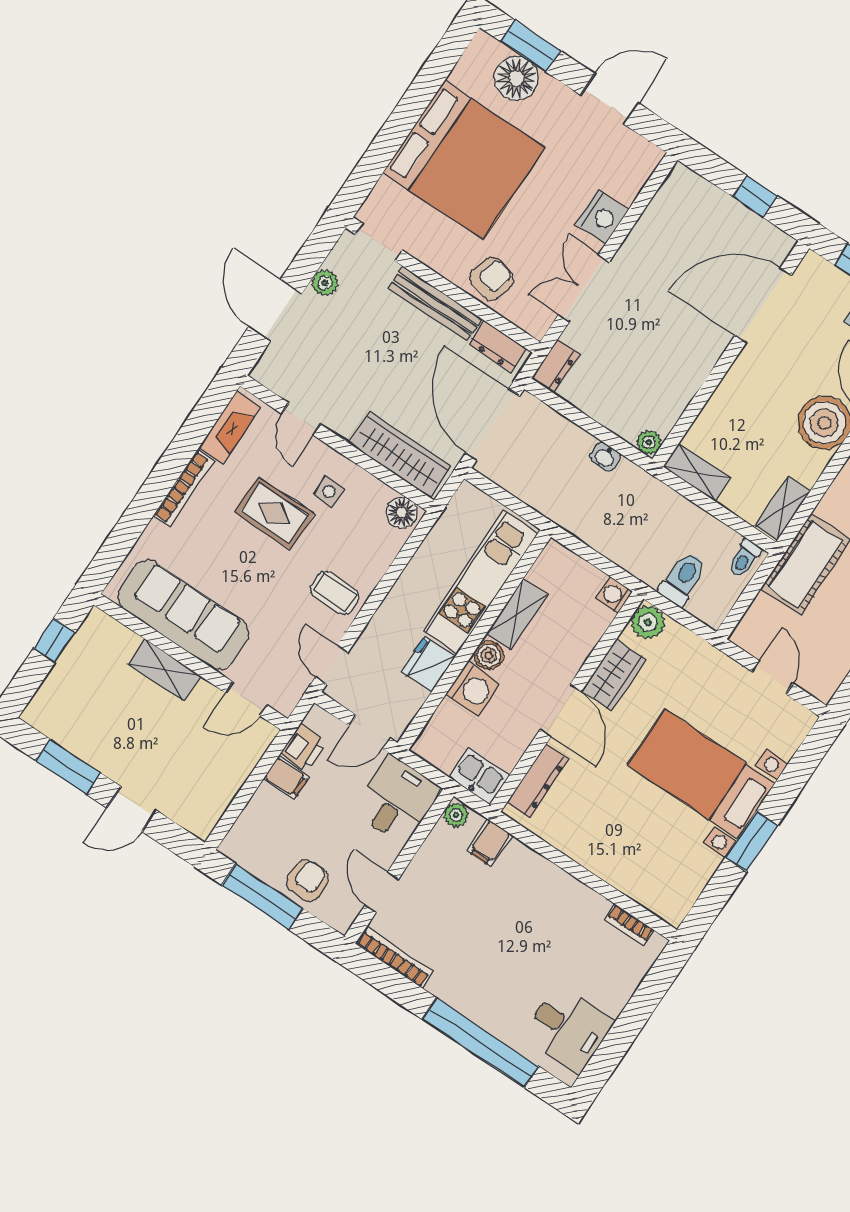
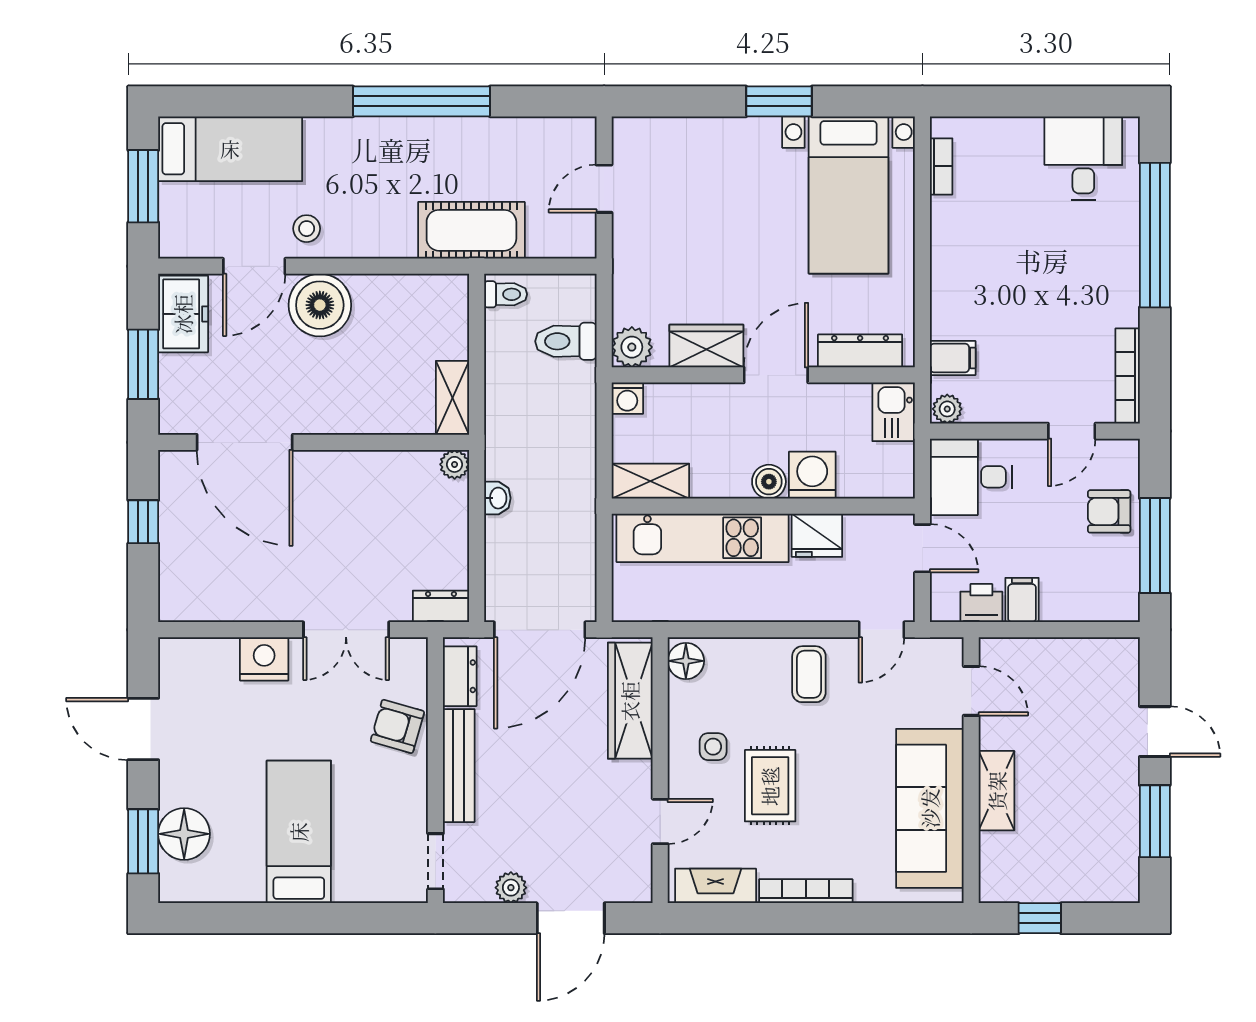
bed: (464, 160) -> (299, 832), width x0.49
shelving: (783, 508) -> (431, 290), removed
shelving: (517, 614) -> (650, 481), moved
bed with nightstands: (701, 774) -> (849, 195), moved

